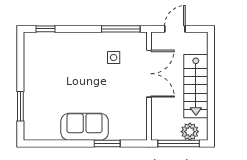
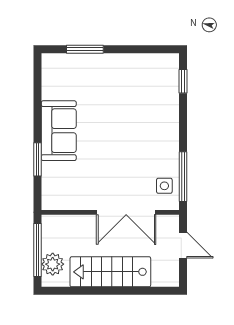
side table: (114, 57) -> (164, 186), moved

